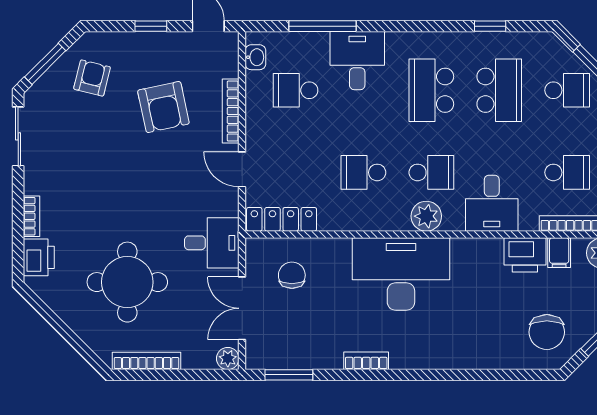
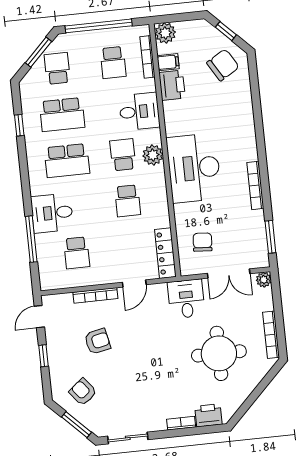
washbasin: (255, 57) -> (57, 282), removed
armchair: (92, 78) -> (83, 392), turned 37
school desk: (499, 90) -> (62, 114), turned 180
armchair: (163, 107) -> (97, 341), width x0.72, depth x0.72
school desk: (567, 172) -> (113, 63), turned 180
chair: (292, 275) -> (203, 242), turned 94
chair: (547, 332) -> (223, 65), turned -31
bookcase: (366, 361) -> (255, 185), width x1.56

